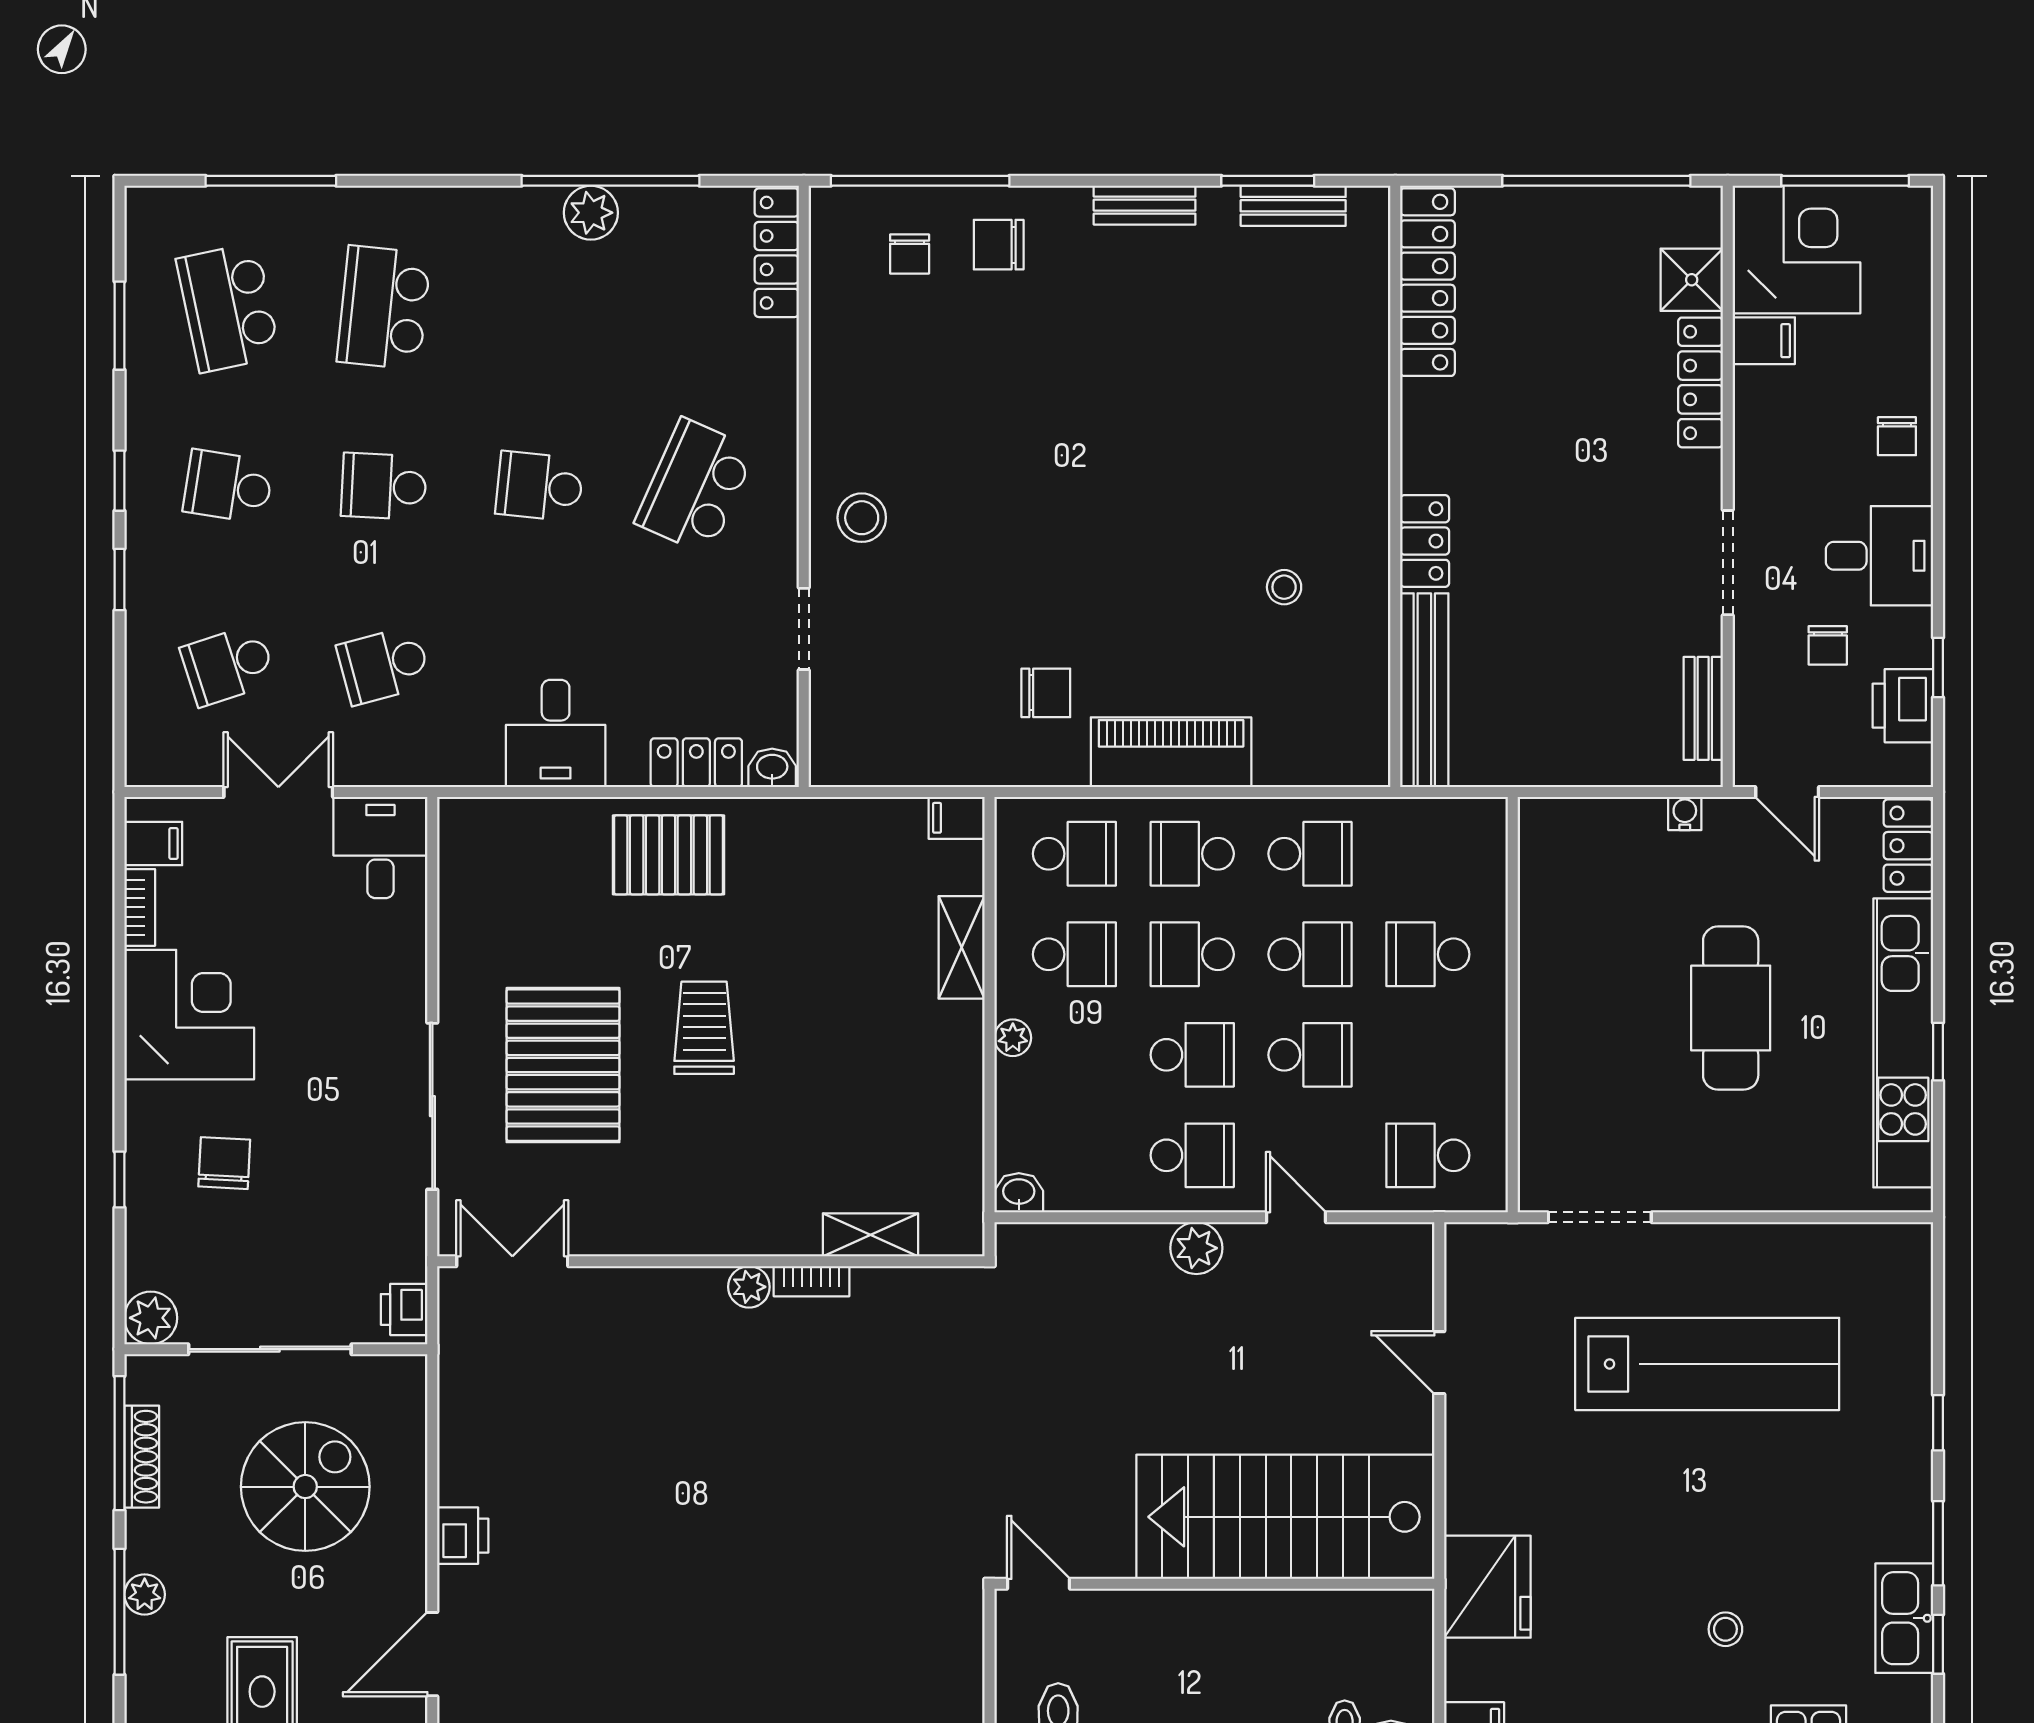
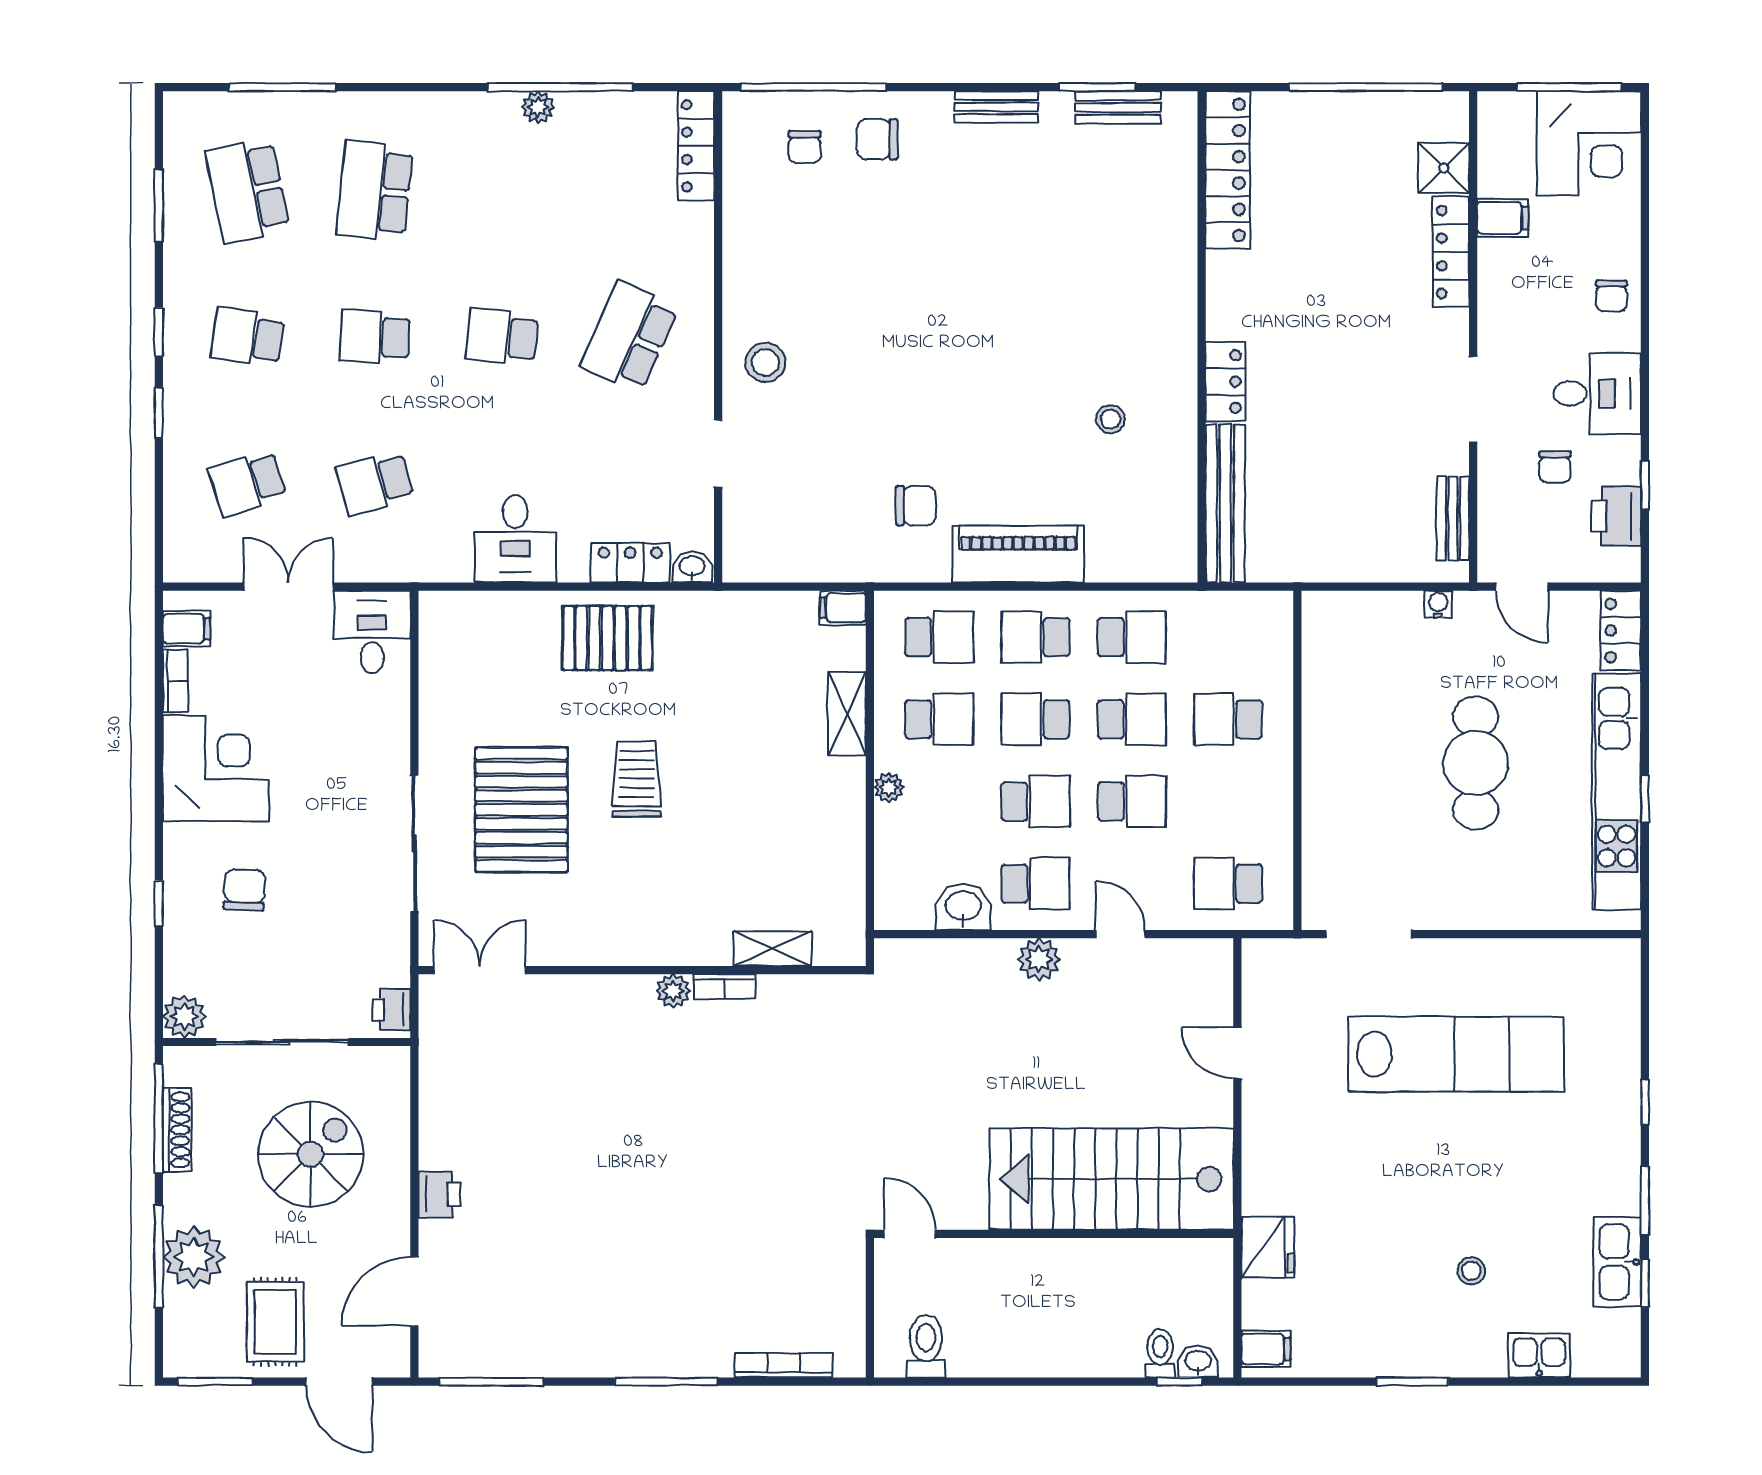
plant: (591, 213) -> (538, 107), width x0.73, depth x0.73
corner desk: (1796, 250) -> (1589, 143), moved, turned 90
washbasin: (1019, 1193) -> (963, 907), moved, width x1.38, depth x1.45
fridge: (1487, 1587) -> (1268, 1247), width x0.73, depth x0.75
plant: (145, 1594) -> (194, 1257), width x1.87, depth x1.87

